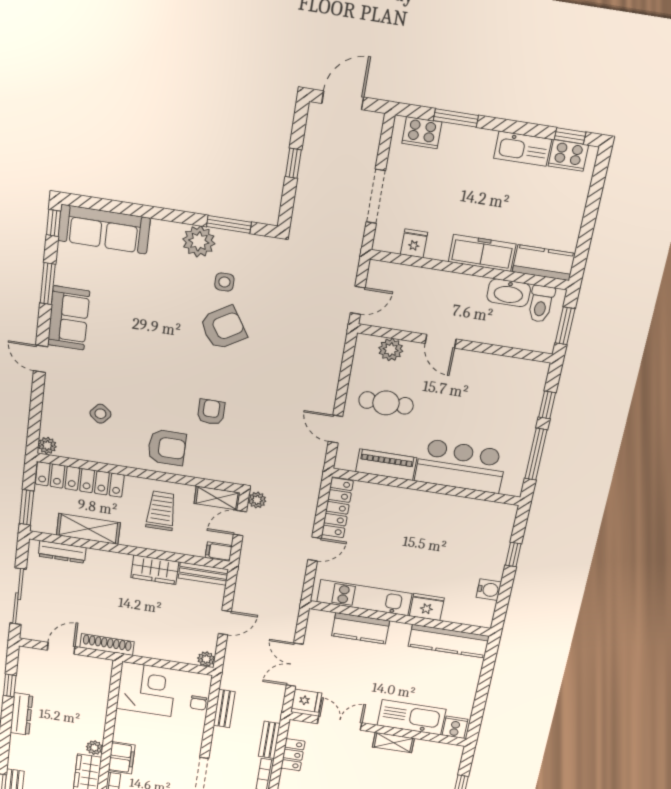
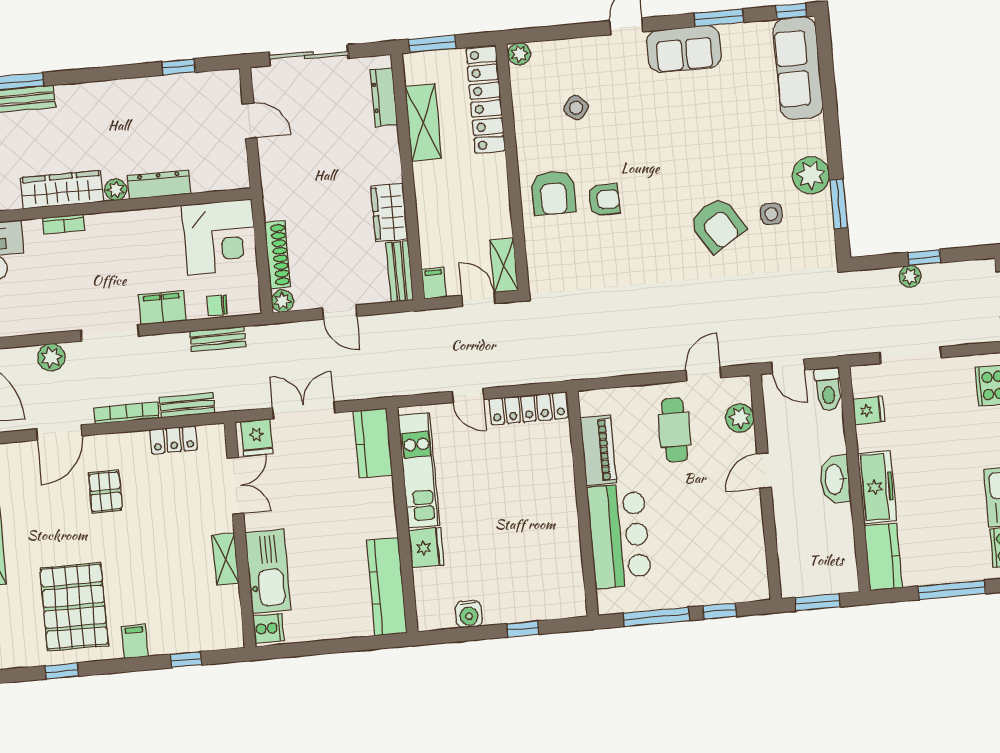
window: (591, 212) -> (952, 590), added
washbasin: (509, 293) -> (835, 479), moved
toilet: (541, 304) -> (828, 389), moved, turned -90
armchair: (211, 412) -> (604, 200), moved
door: (335, 429) -> (703, 374), moved
plant: (257, 500) -> (910, 276), moved
trolley: (161, 511) -> (470, 203), removed
kitchen counter: (361, 628) -> (373, 443), moved
shoe rack: (107, 645) -> (277, 255), moved
dresser: (21, 714) -> (159, 185), moved, turned 180
filing cabinet: (122, 758) -> (162, 308), moved, turned 180

